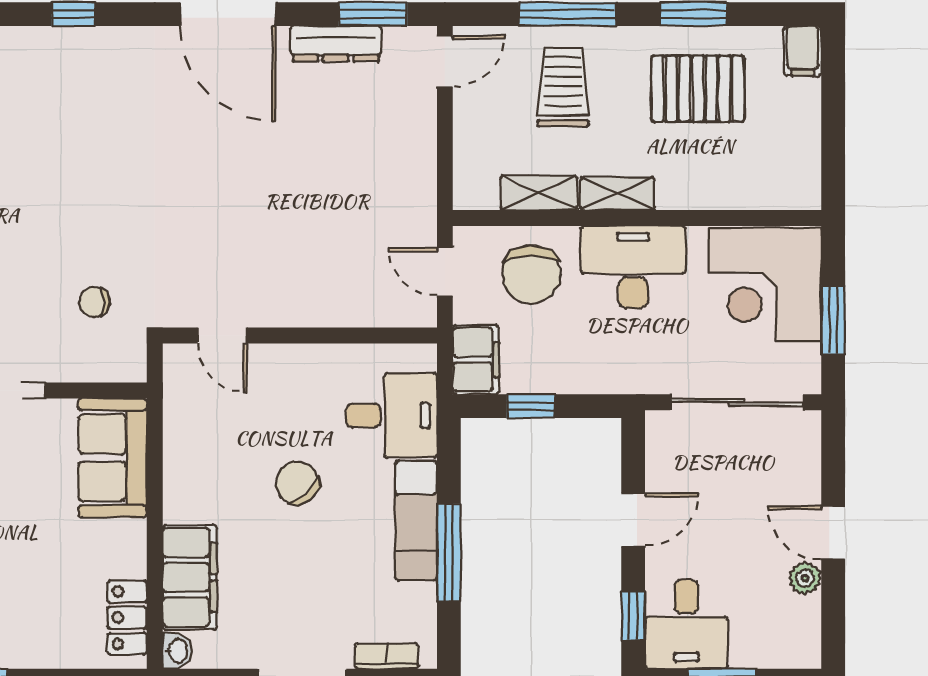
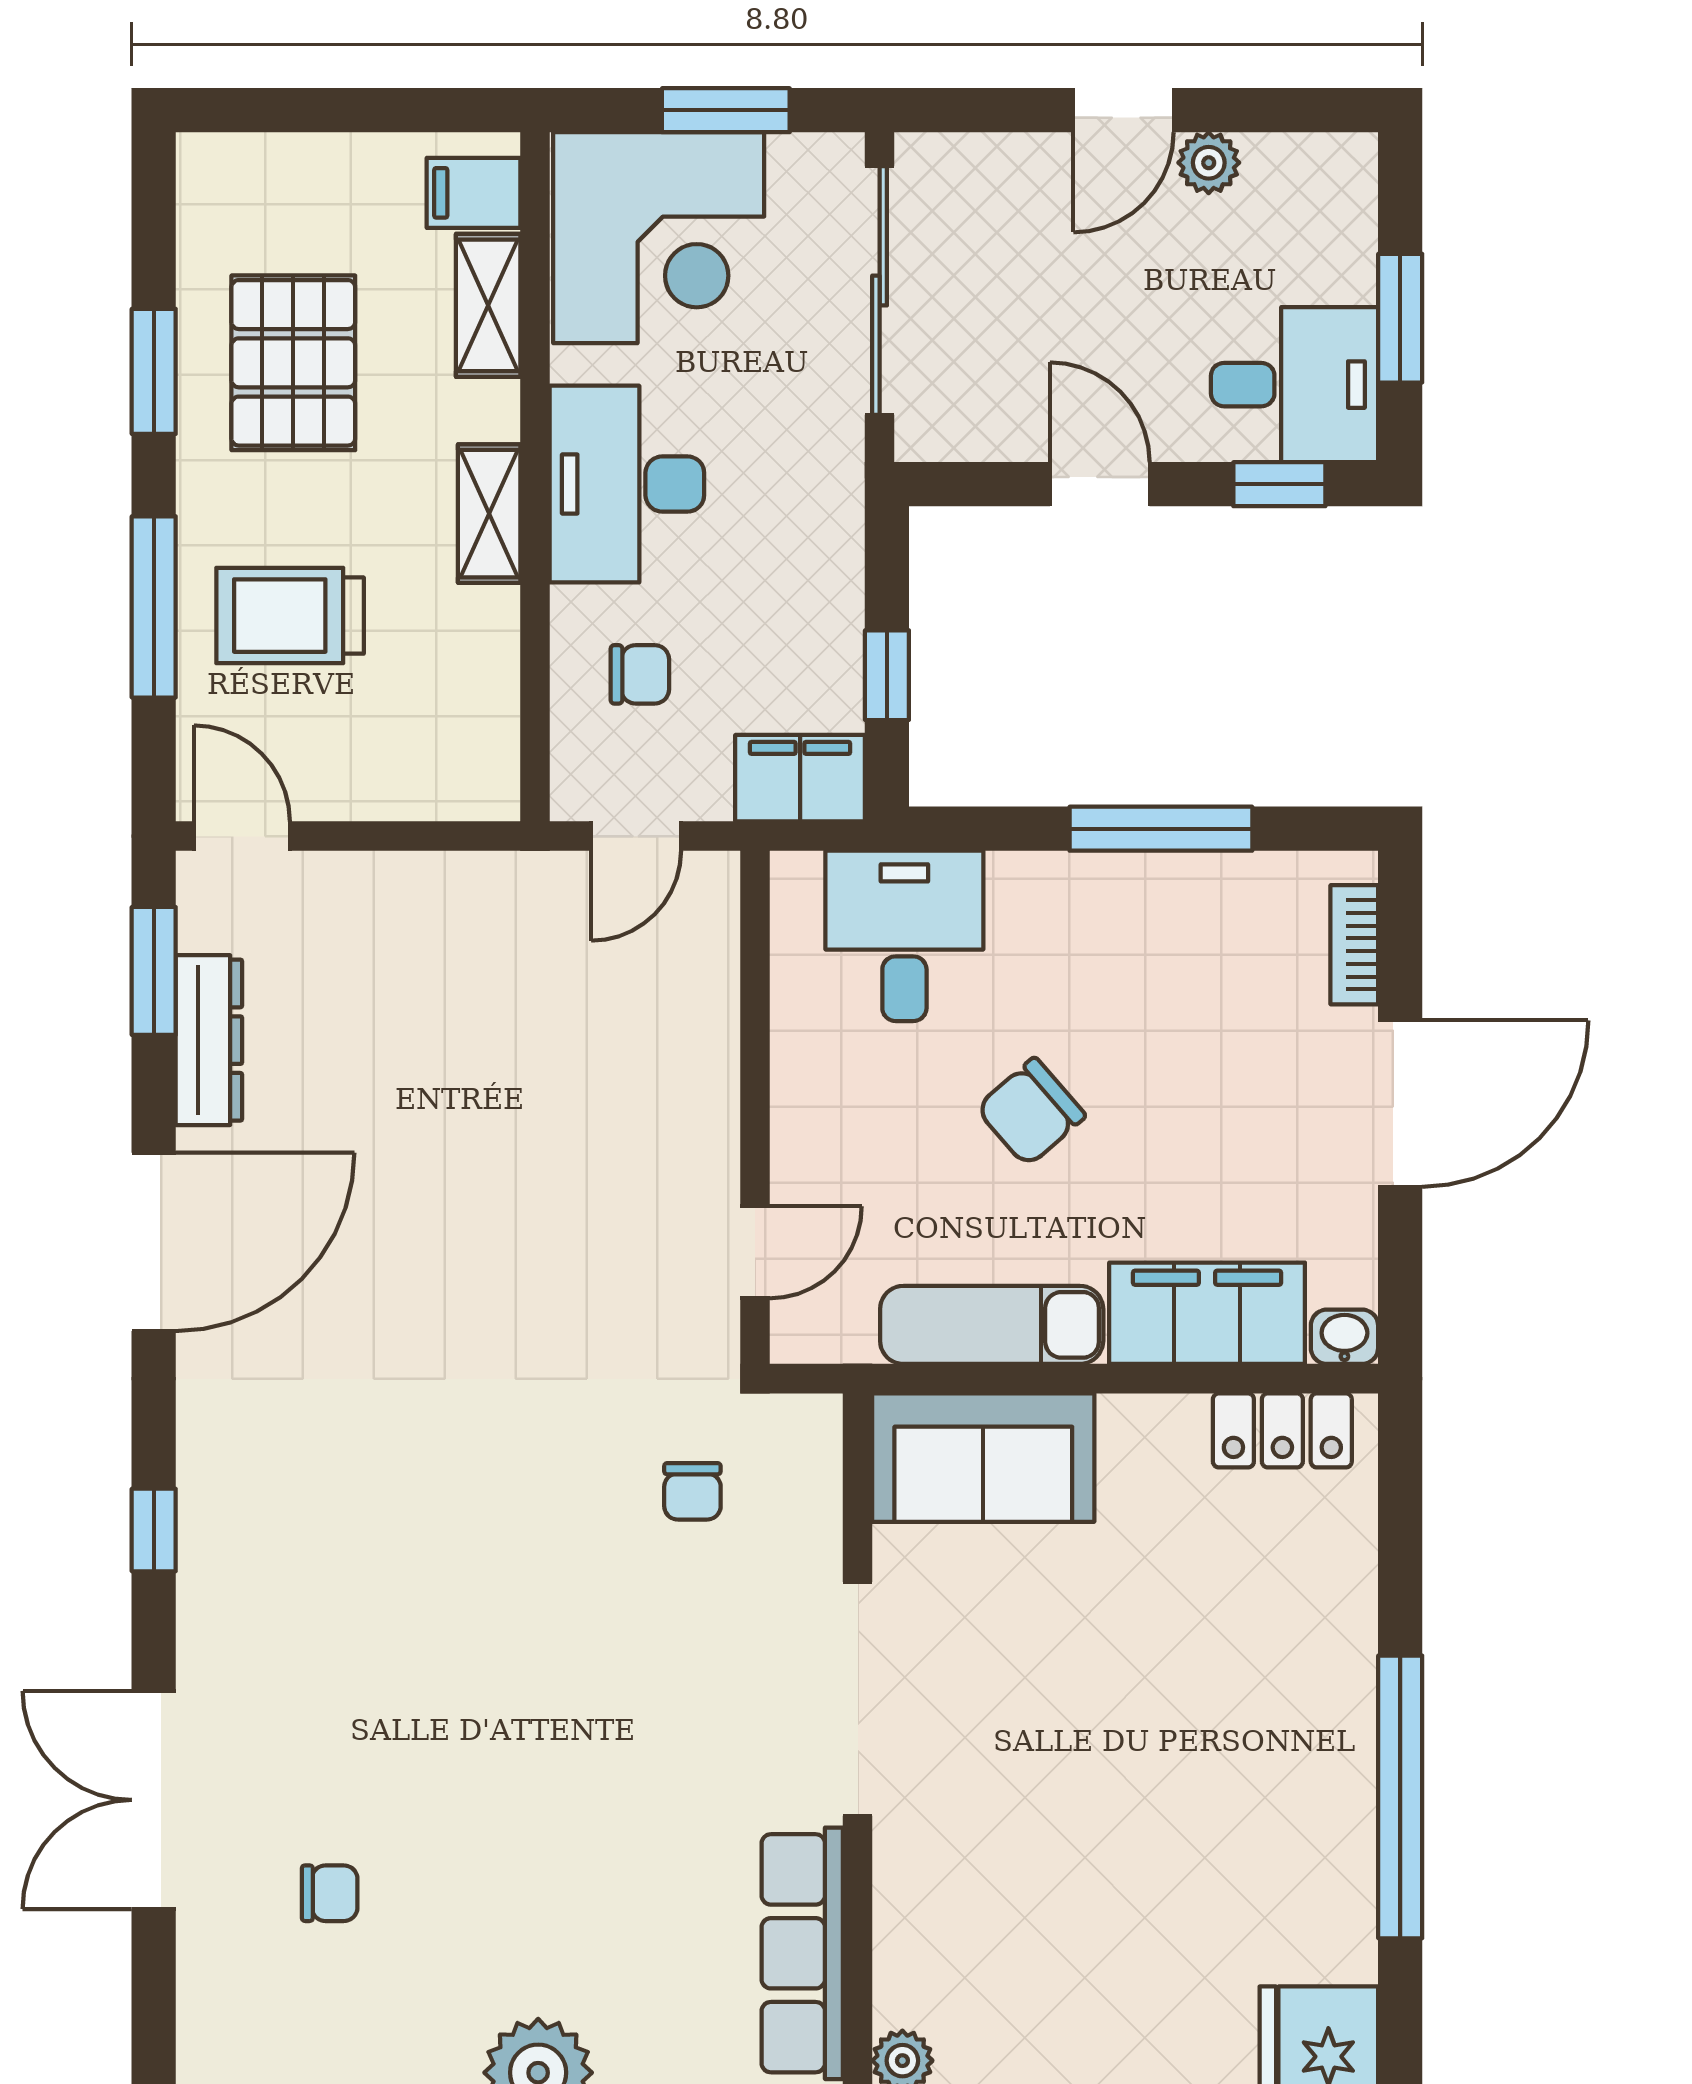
filing cabinet: (803, 51) -> (474, 193), moved, turned 180
shelving: (539, 193) -> (488, 305), moved
chair: (531, 274) -> (640, 674), width x0.54, depth x0.54
exam couch: (416, 521) -> (992, 1325), moved, turned 180

